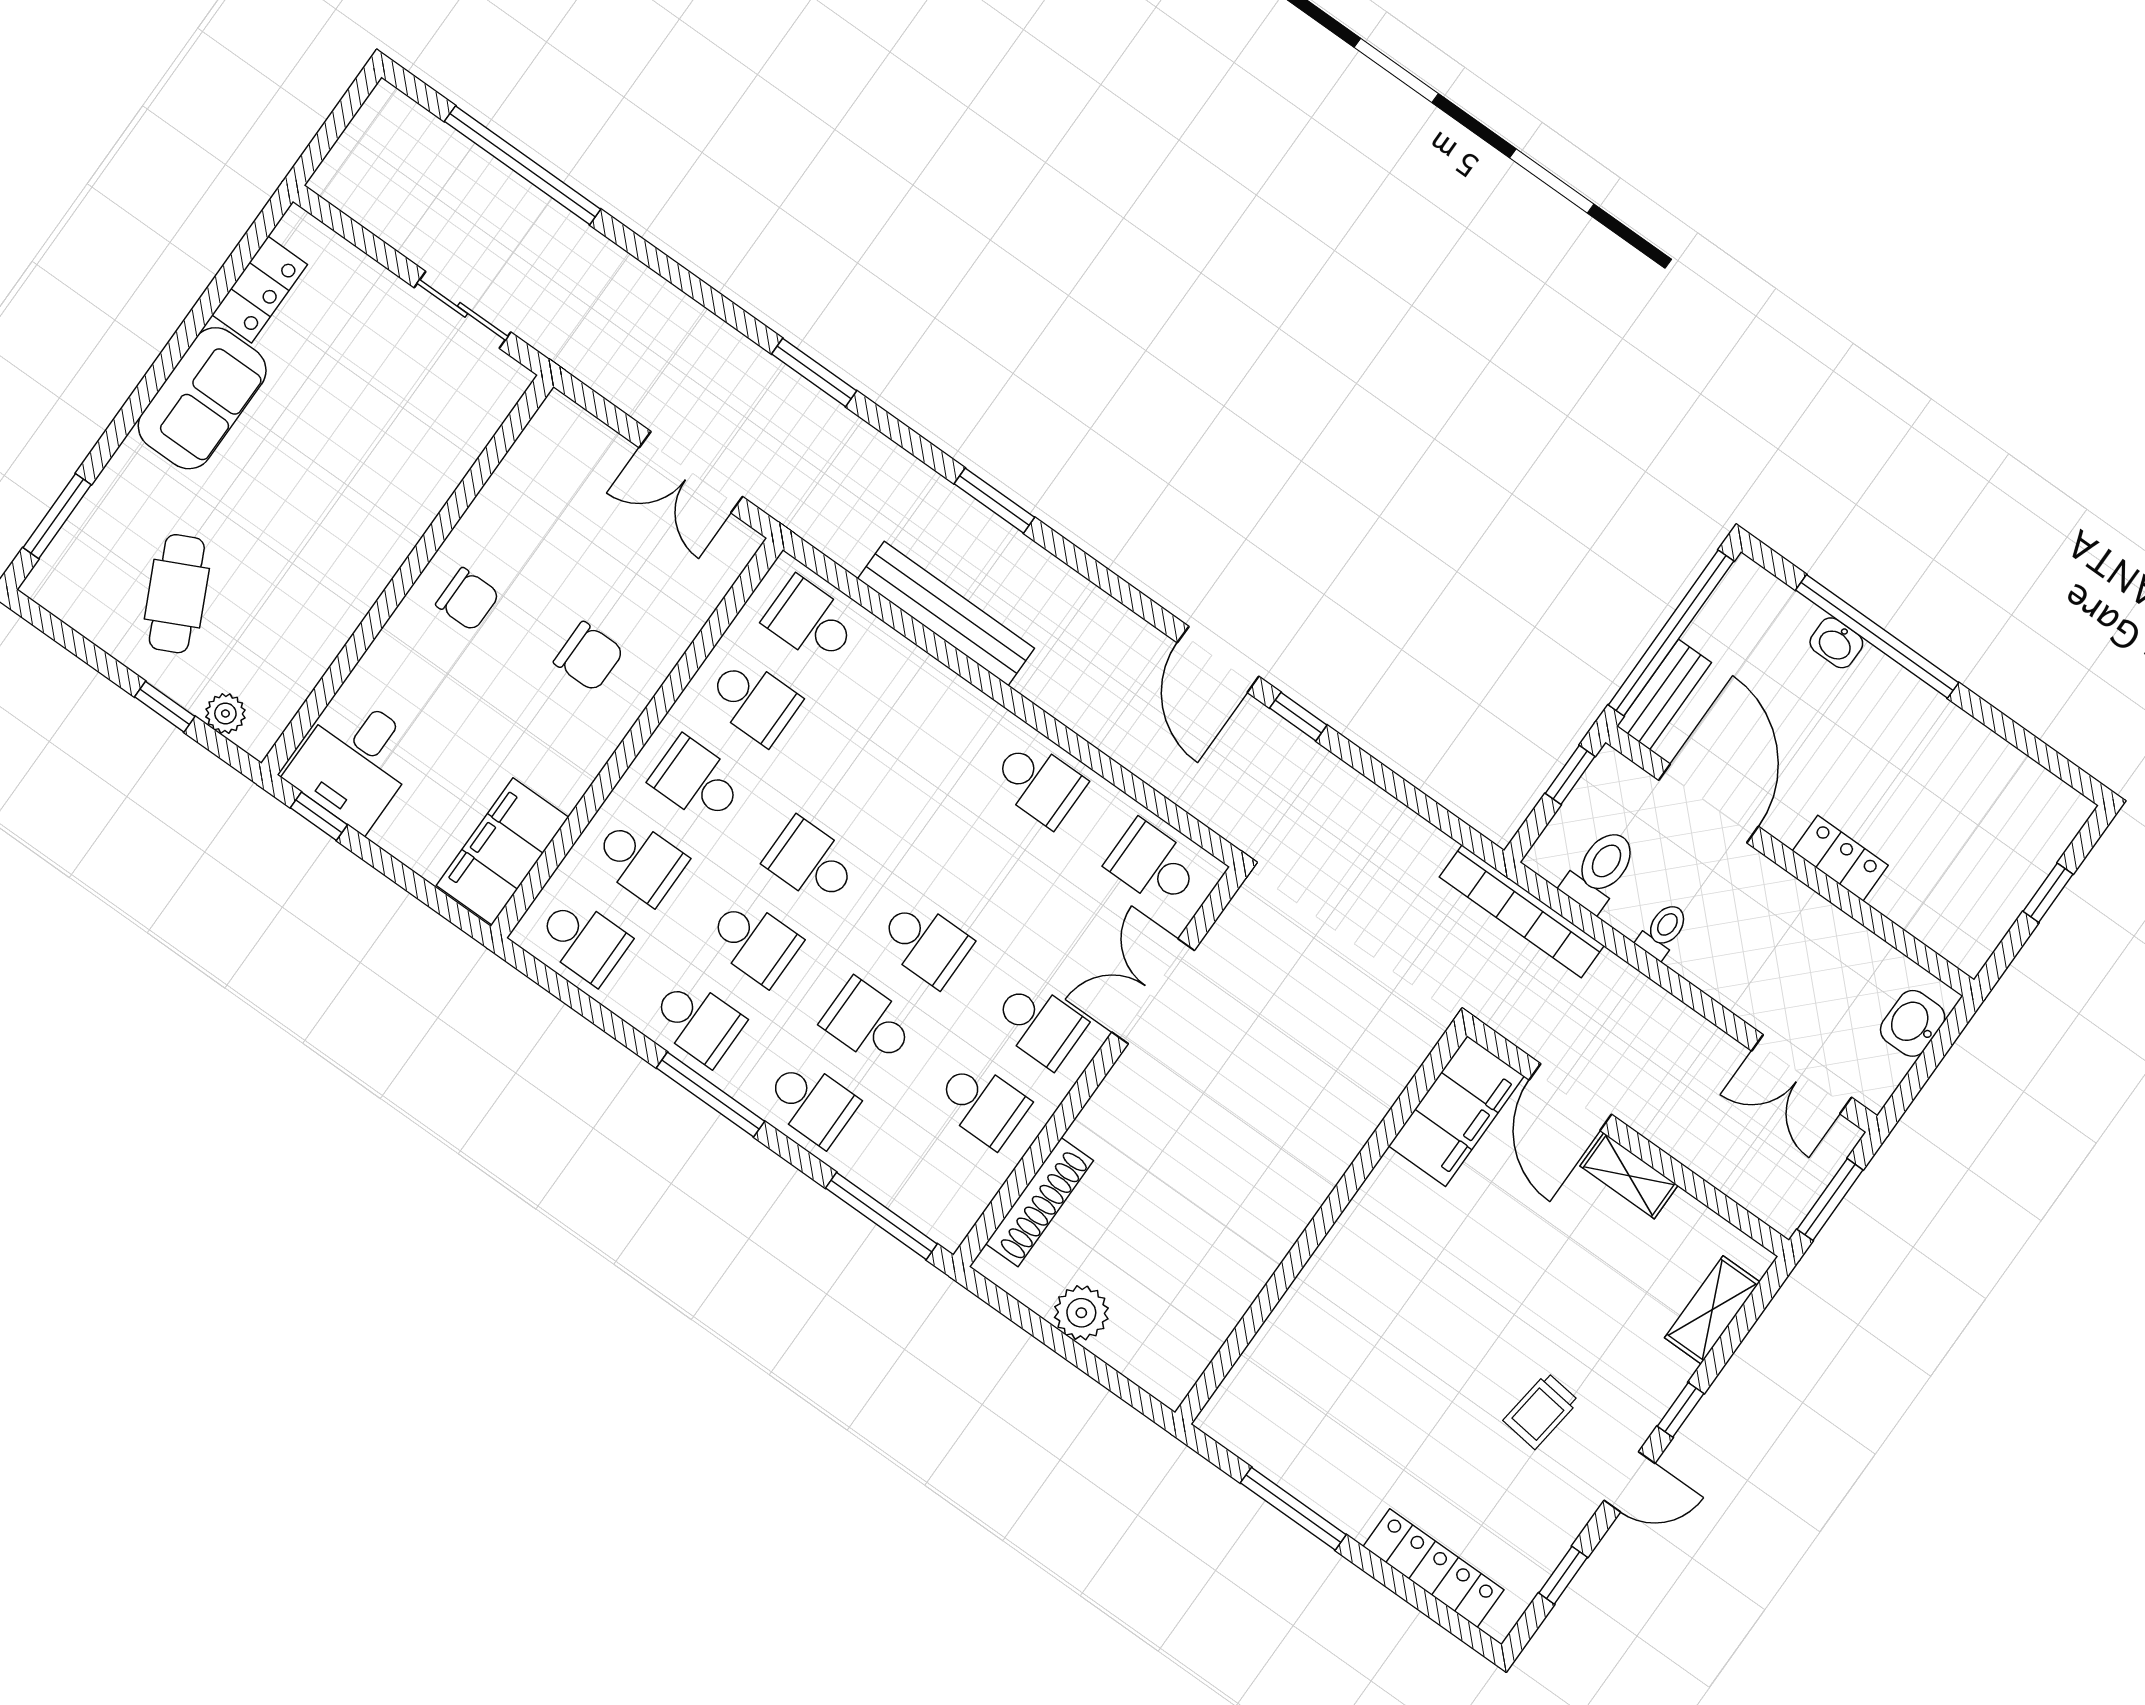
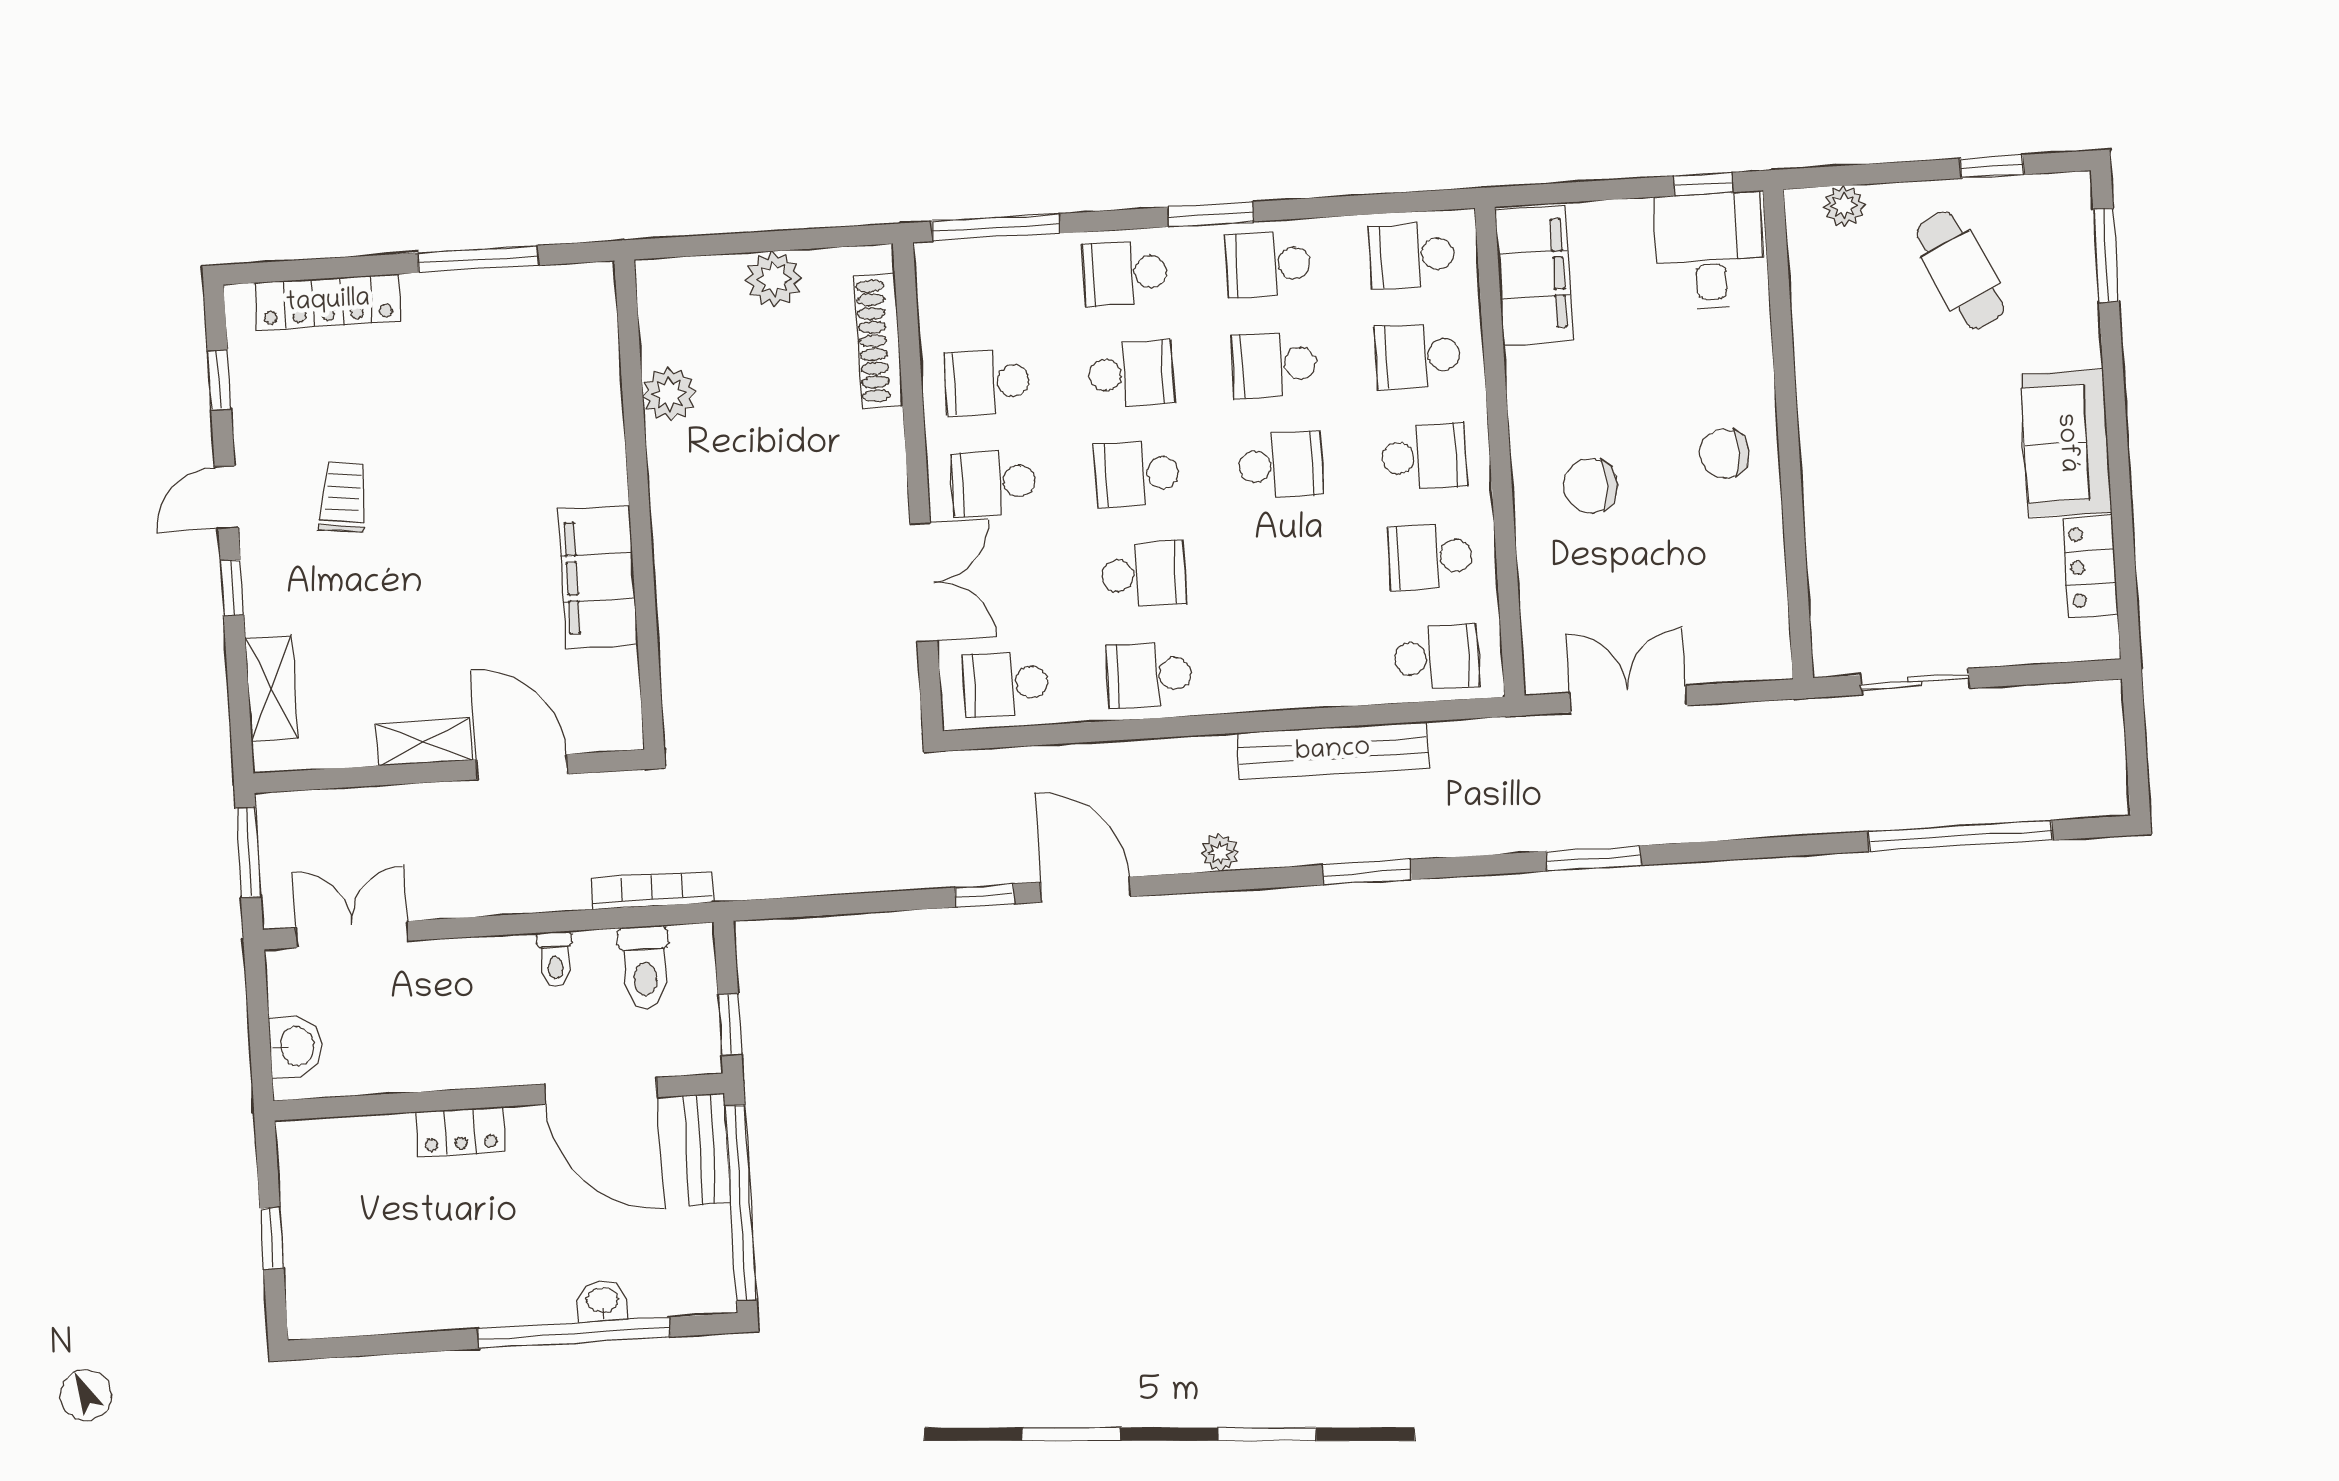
plant: (1094, 605) -> (1220, 853), added
window: (165, 707) -> (1992, 167), moved
school desk: (982, 863) -> (1143, 574), added
school desk: (1153, 864) -> (1006, 684), turned 180
bookcase: (1522, 911) -> (652, 891), width x0.68, depth x0.76
window: (711, 1095) -> (1211, 214), width x0.69
filing cabinet: (1456, 1111) -> (598, 577), moved
plant: (1231, 1289) -> (669, 394), added

